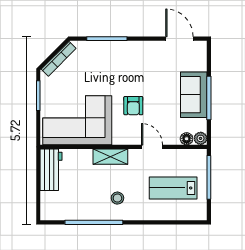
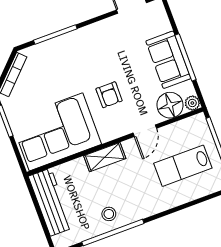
floor lamp: (187, 139) -> (170, 105), width x1.89, depth x1.89
door: (152, 147) -> (145, 131), swing flipped
workbench: (51, 170) -> (51, 202), width x1.37
stool: (117, 198) -> (109, 214), moved

